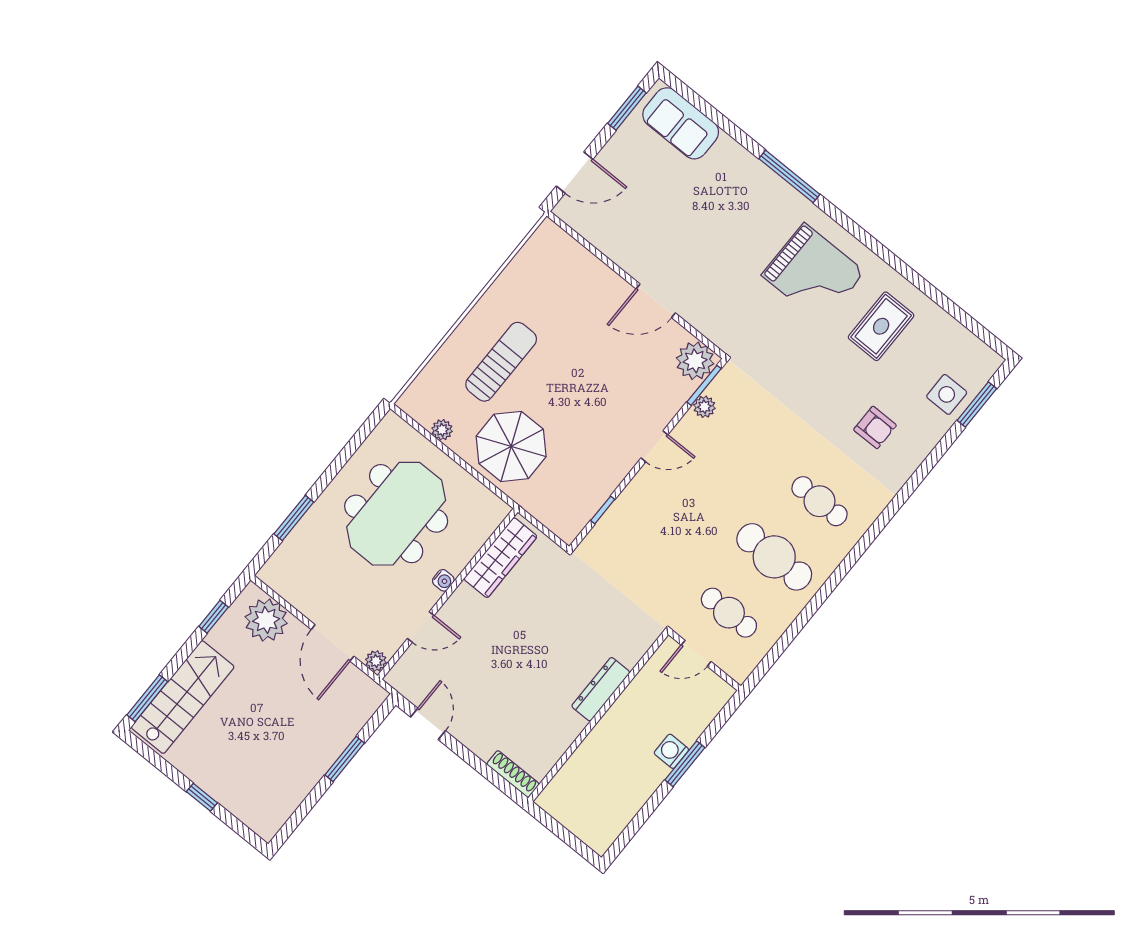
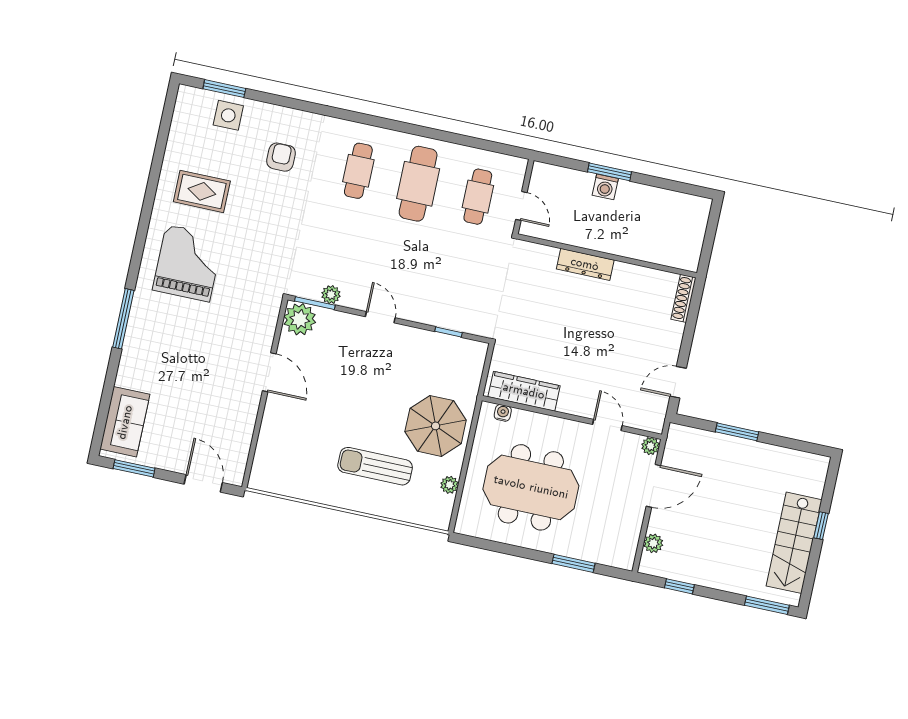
water cooler: (443, 580) -> (503, 413), moved
plant: (266, 620) -> (653, 543), width x0.53, depth x0.53
stairs: (183, 697) -> (794, 543), moved, turned -90

